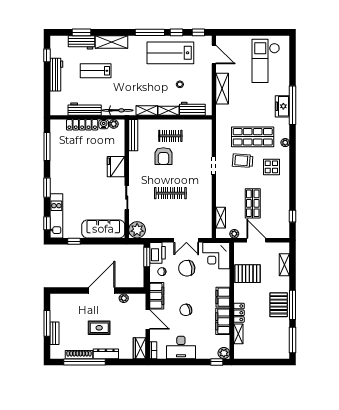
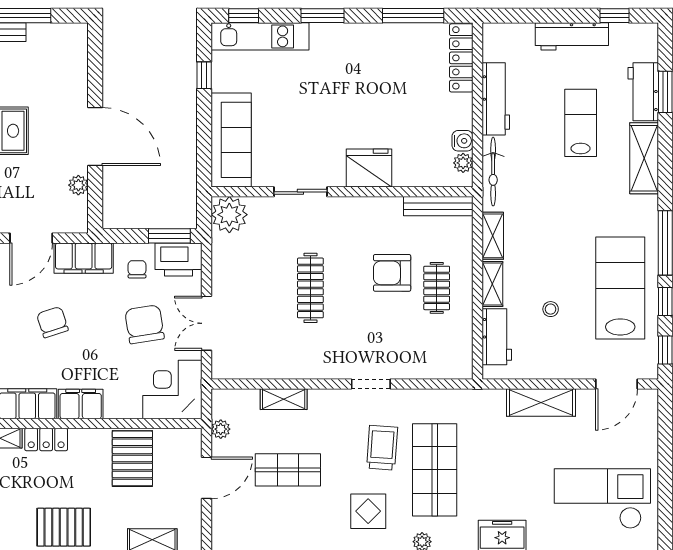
locker: (82, 125) -> (461, 58), moved
shelving: (221, 218) -> (284, 399), moved

